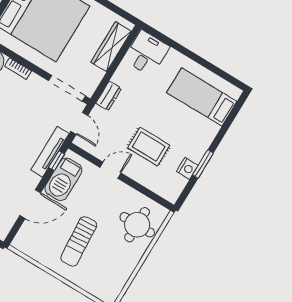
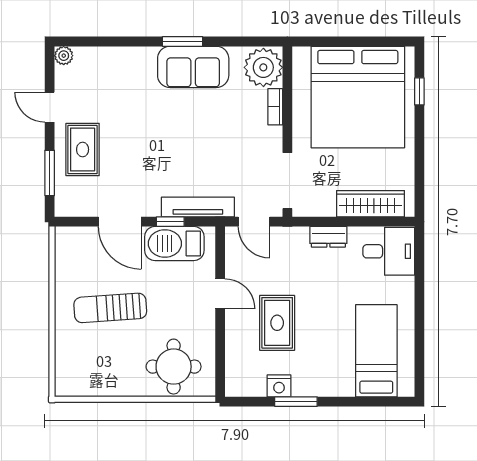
dresser: (109, 96) -> (328, 237), moved
door: (79, 123) -> (254, 222), hinge flipped
window: (57, 161) -> (170, 222), moved

